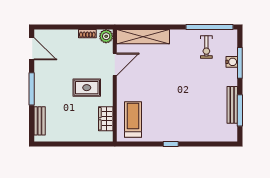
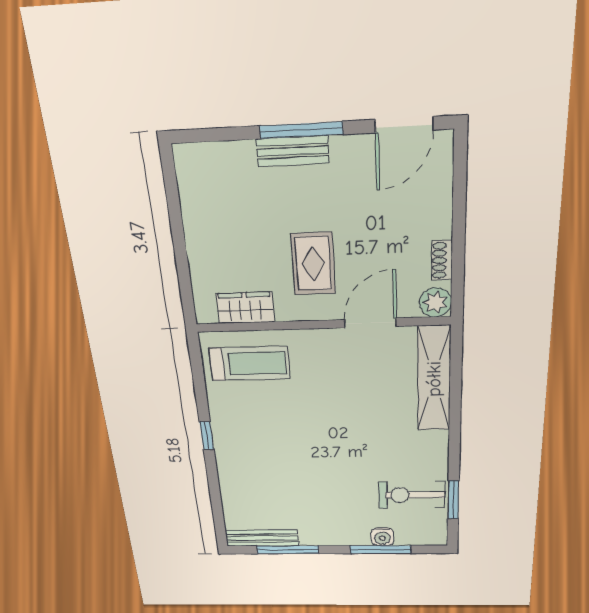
window: (209, 27) -> (453, 500), width x0.47
exercise bike: (206, 47) -> (412, 495), width x1.38, depth x1.39
door: (115, 64) -> (370, 323), swing flipped
bench: (232, 105) -> (262, 538), moved
bench: (40, 121) -> (293, 151), moved

